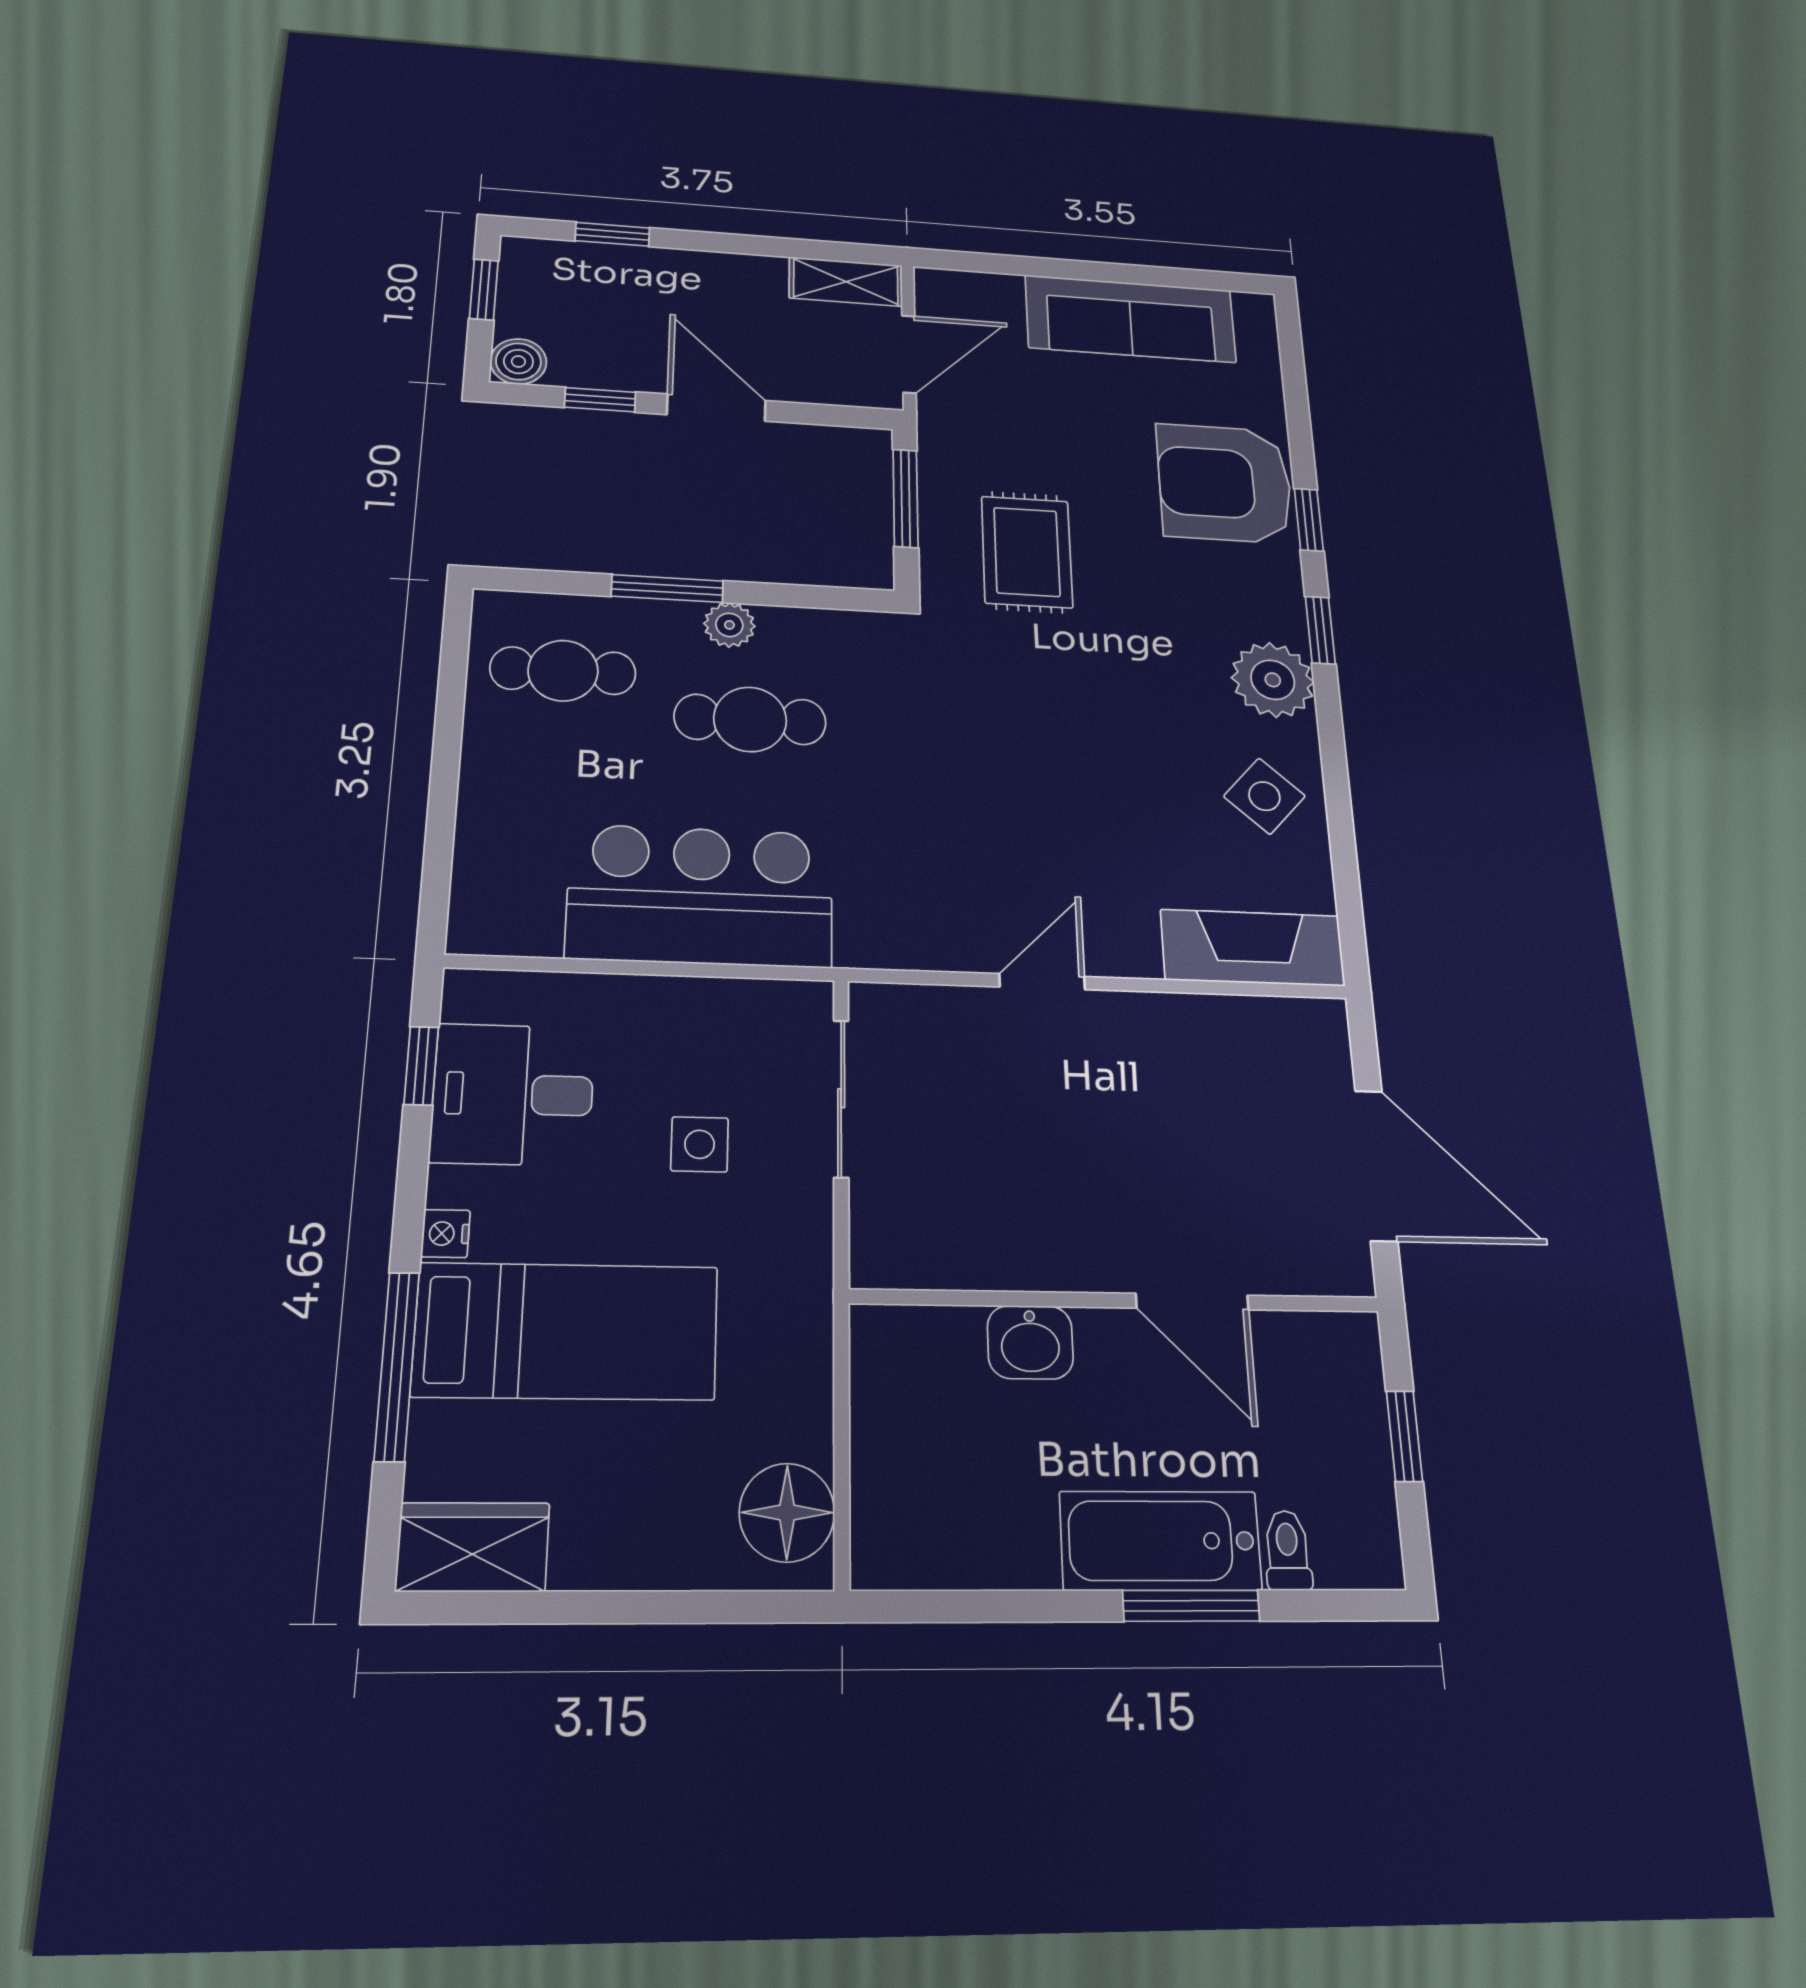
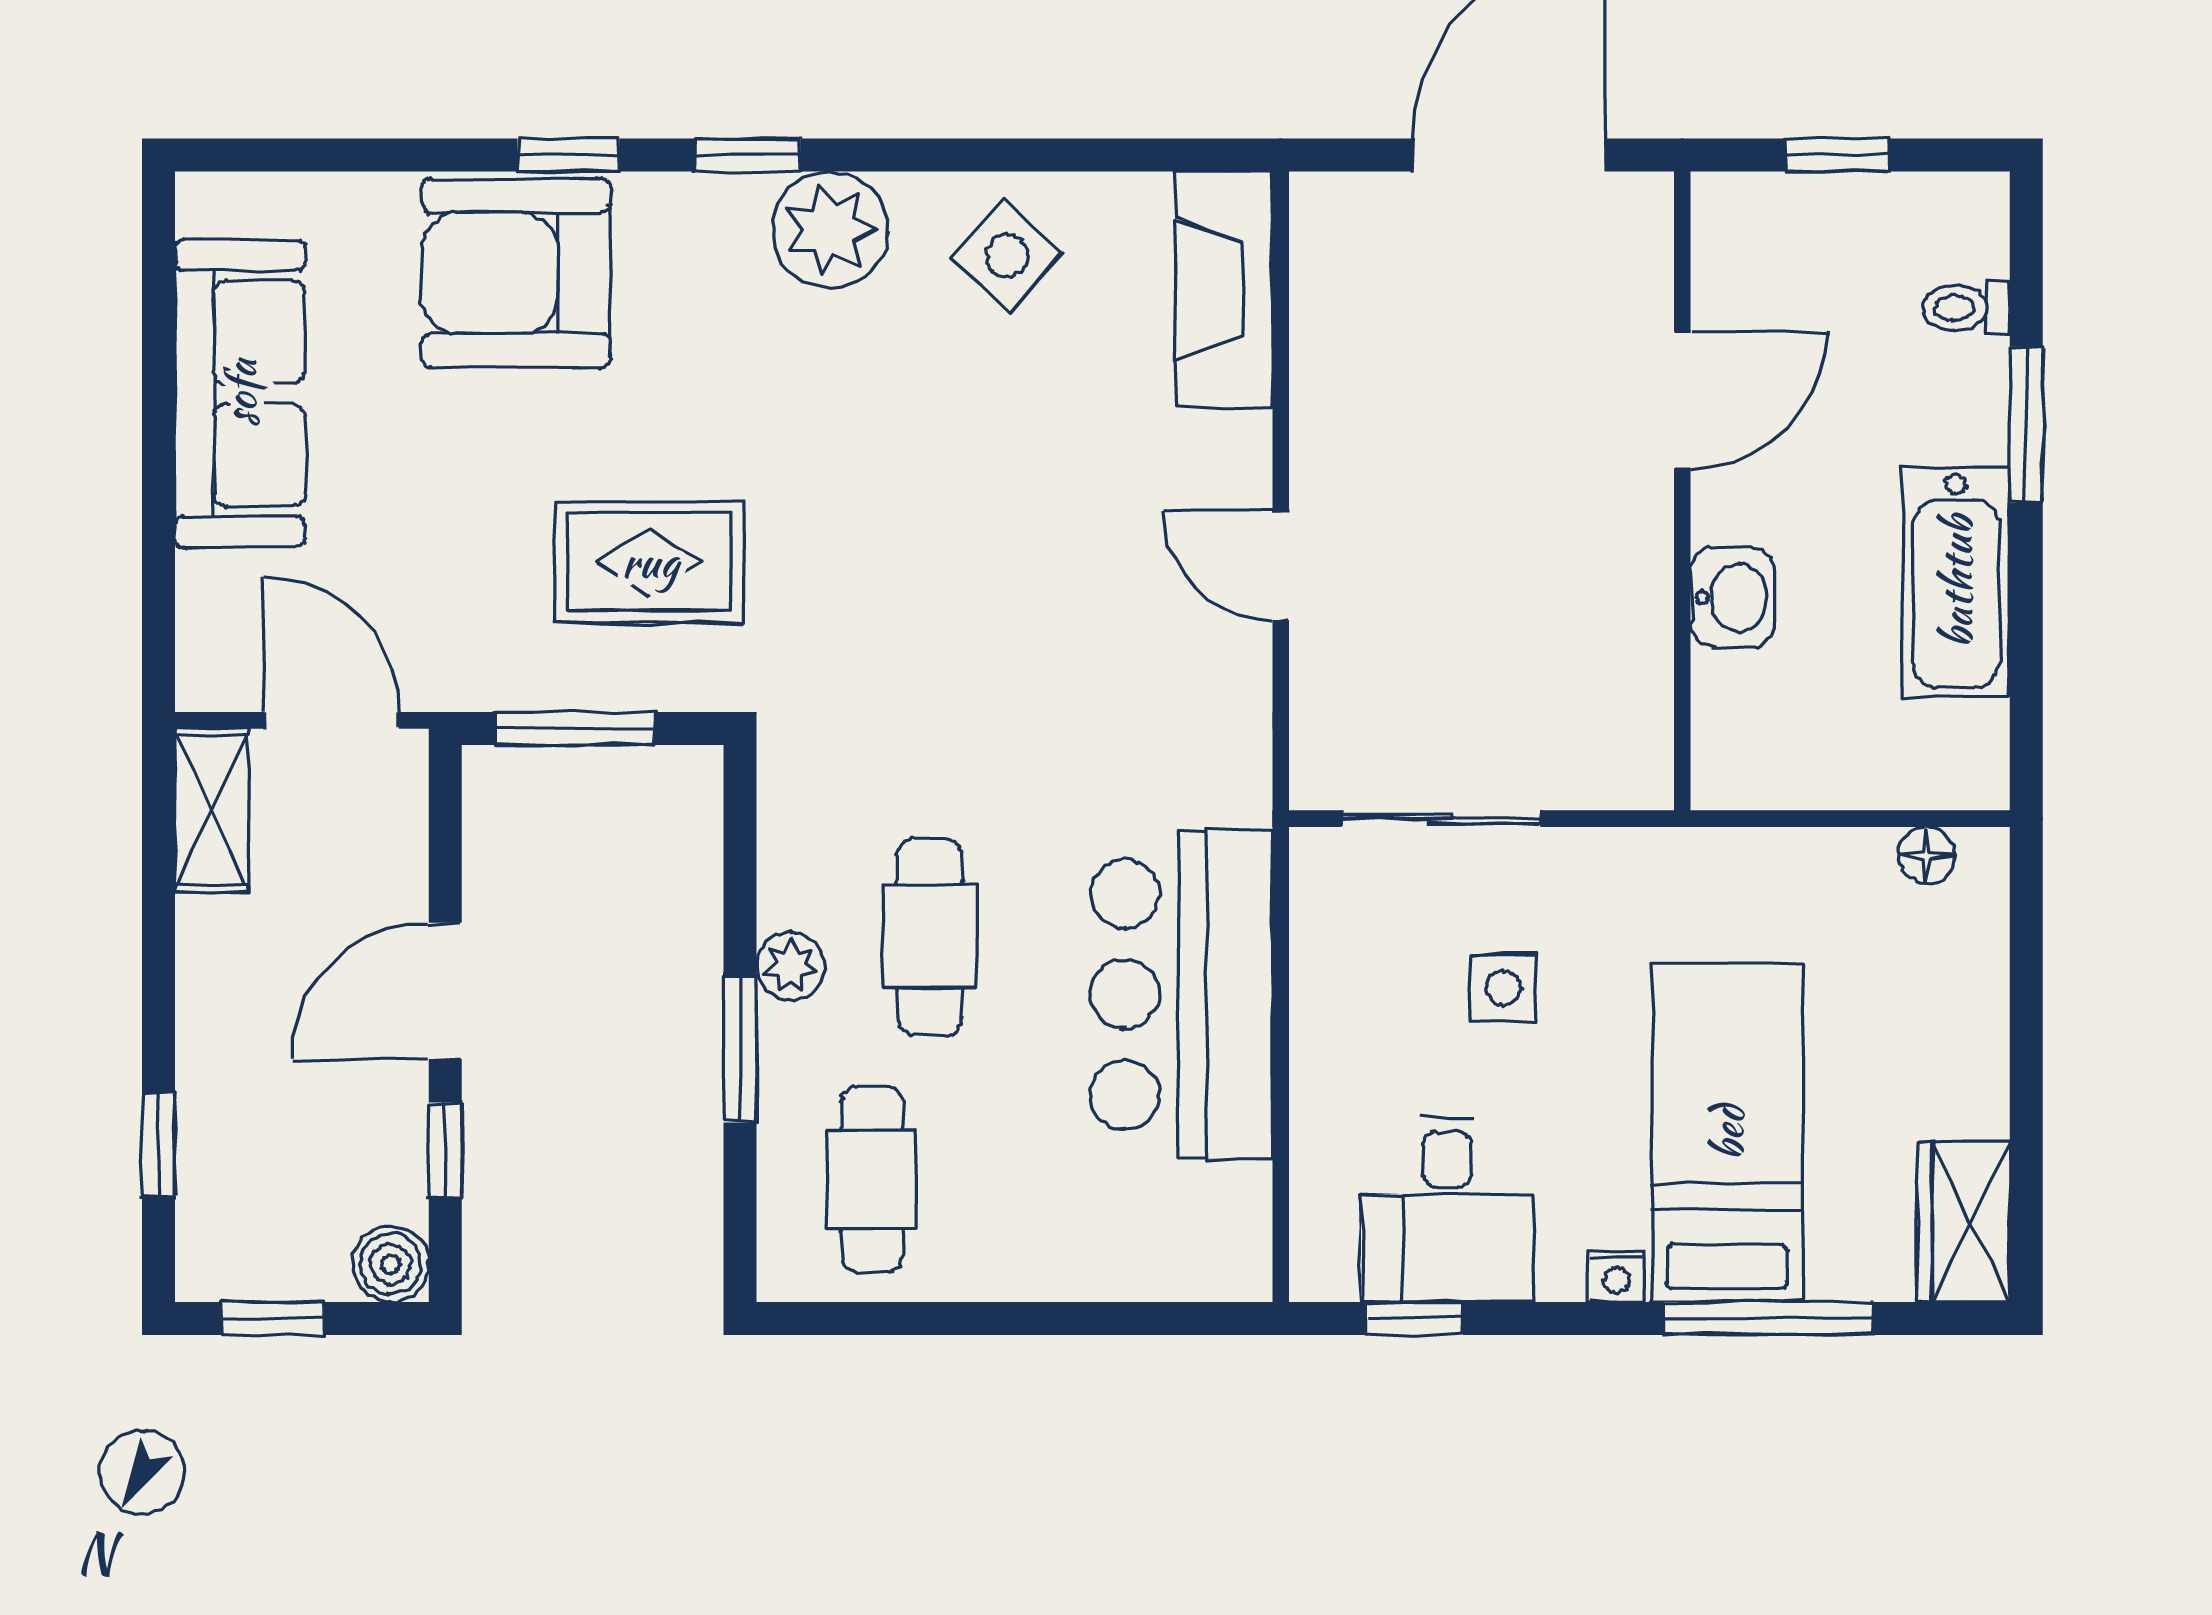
armchair: (1225, 483) -> (516, 273), turned 90
floor lamp: (787, 1513) -> (1926, 855), width x0.53, depth x0.53
bathtub: (1160, 1541) -> (1956, 582), moved

